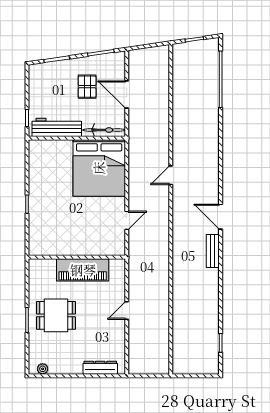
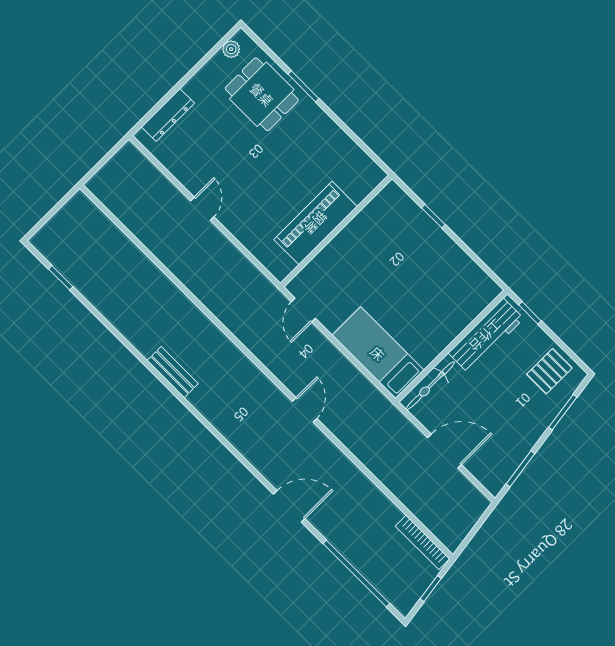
bookcase: (177, 64) -> (423, 542), added
pallet: (87, 87) -> (549, 371), moved, turned 90
bed: (99, 168) -> (378, 353), width x0.49
door: (221, 217) -> (289, 506), moved
wall: (77, 257) -> (336, 231), moved
piano: (83, 270) -> (316, 223), moved
dining table: (56, 315) -> (262, 94), moved, turned 90

